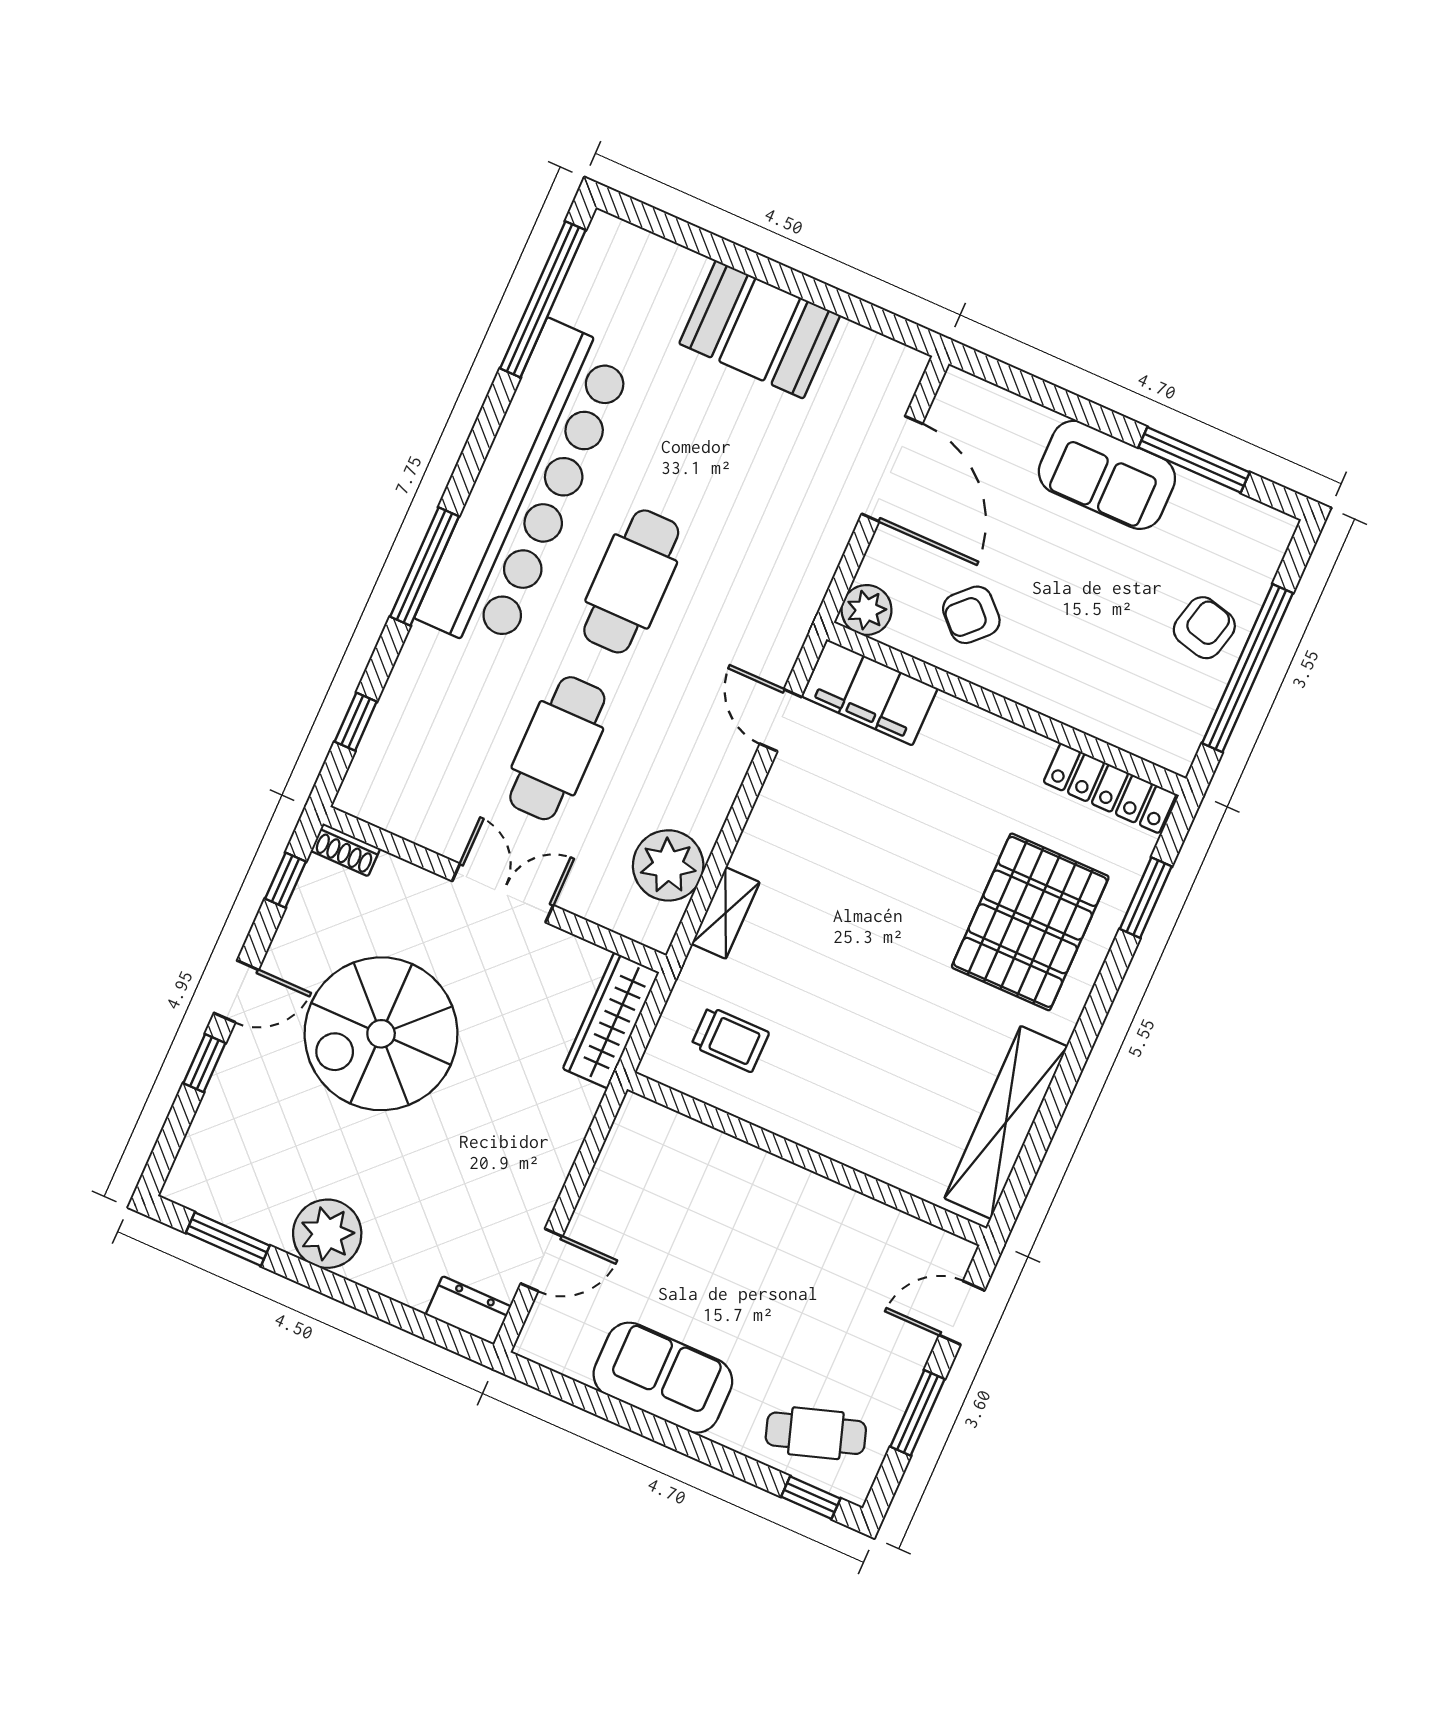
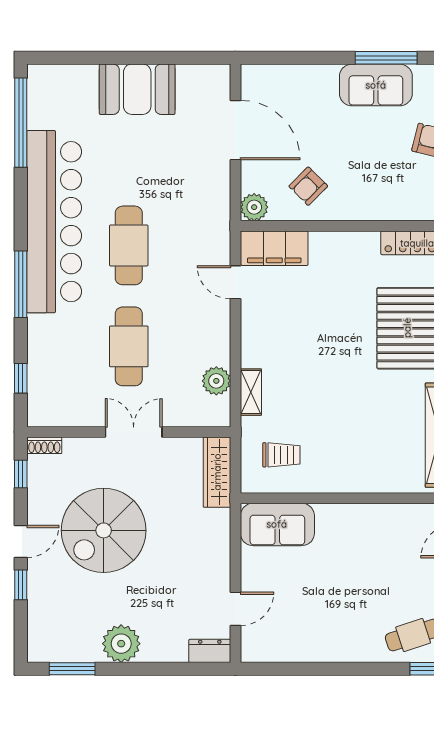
sofa: (1107, 475) -> (376, 85), moved
plant: (668, 865) -> (216, 381), width x0.73, depth x0.73
sofa: (663, 1378) -> (277, 524), moved, turned 180

